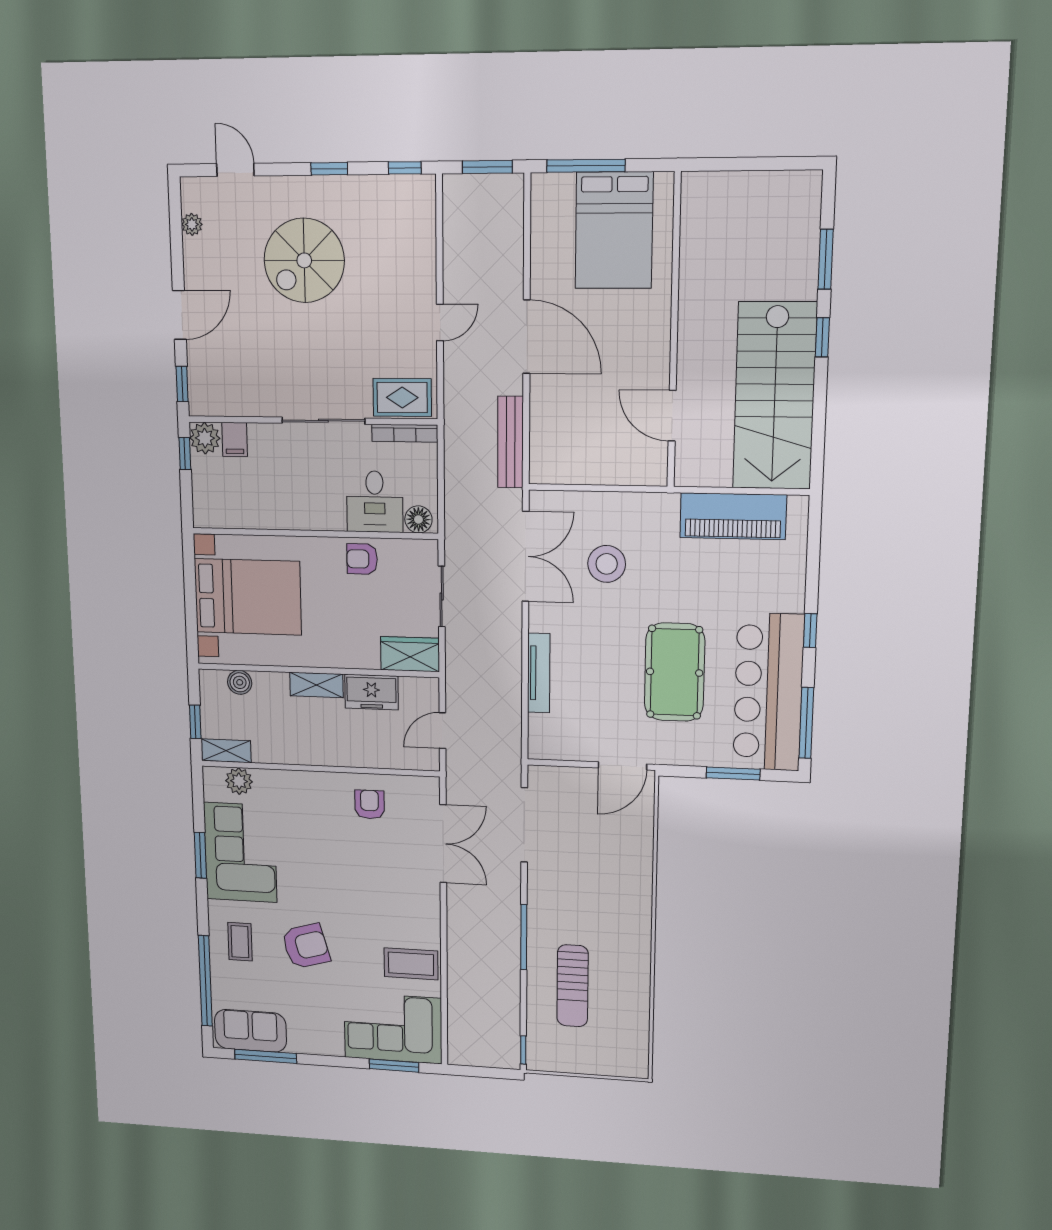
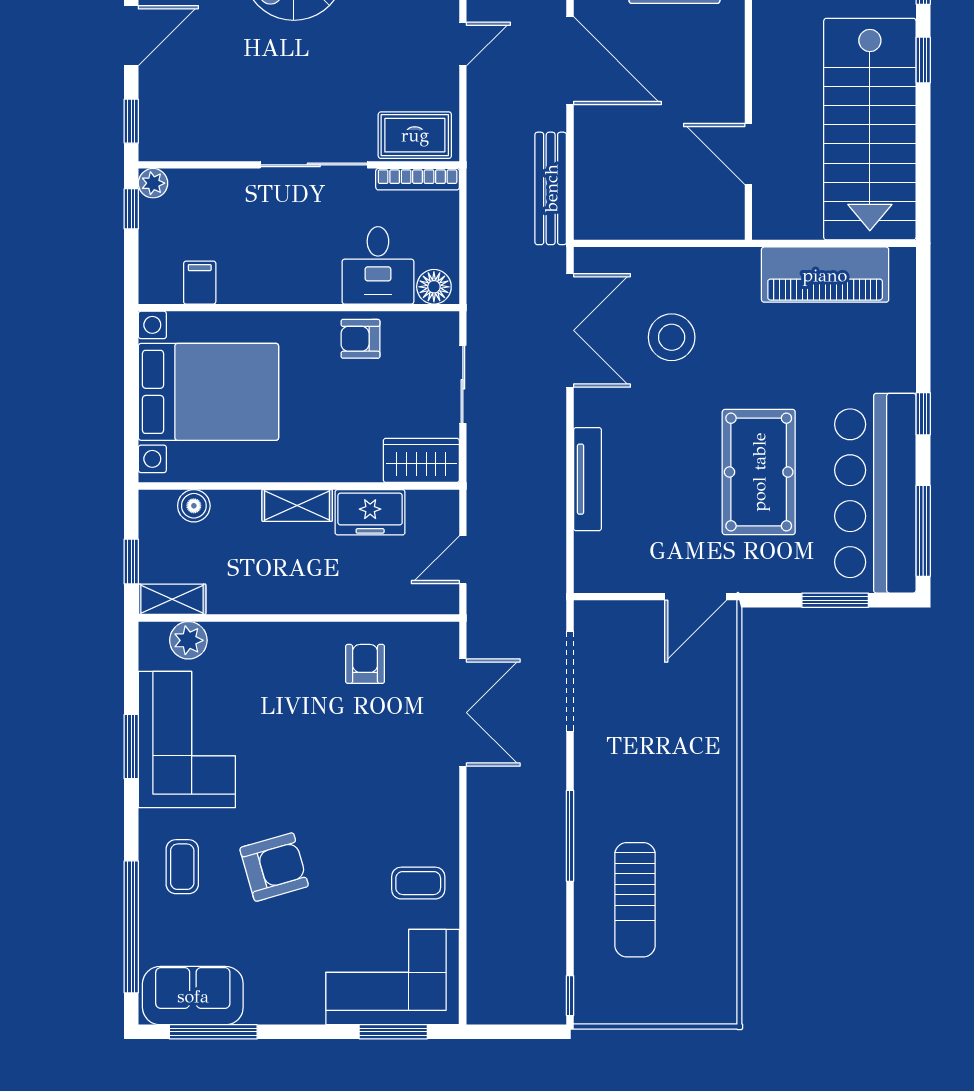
plant: (205, 438) -> (153, 183), width x0.73, depth x0.73
filing cabinet: (235, 439) -> (200, 283), moved, turned 180
coffee table: (411, 964) -> (418, 883), width x0.73, depth x0.77

